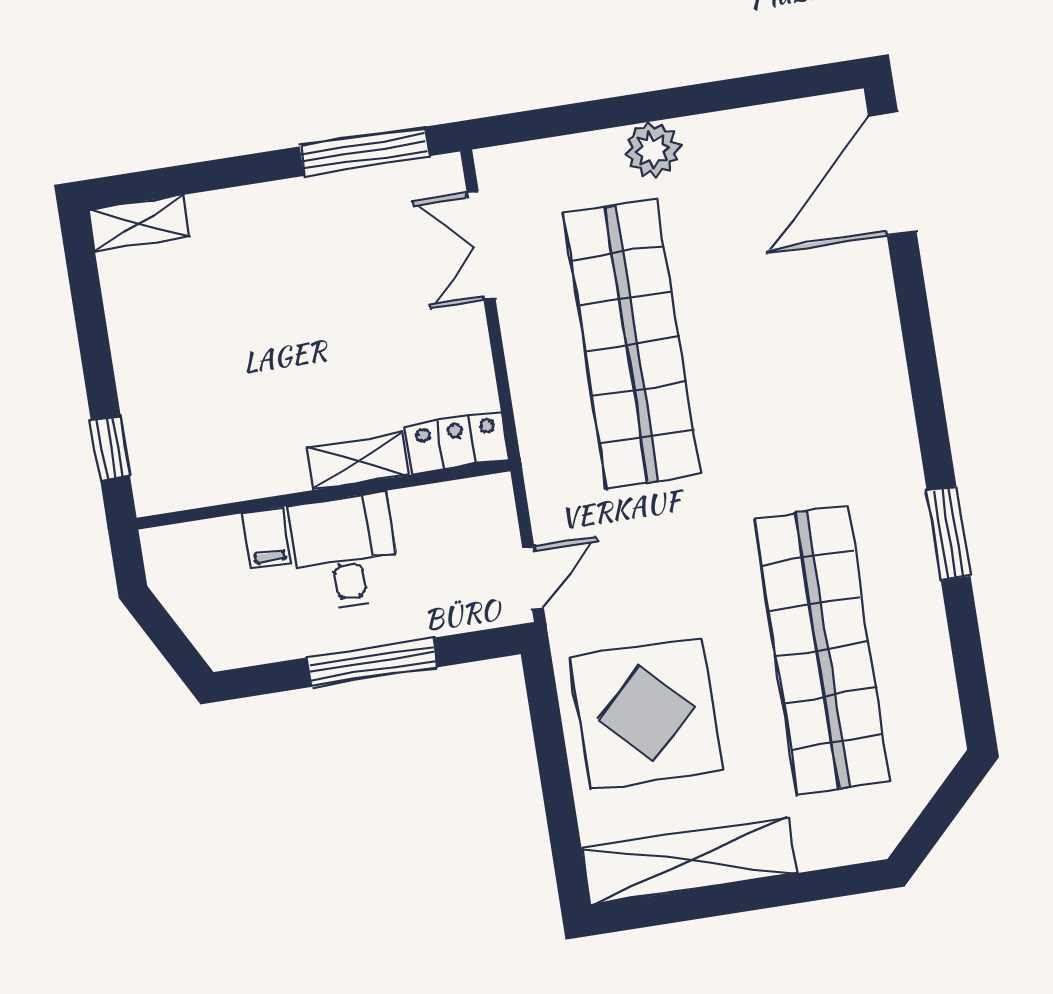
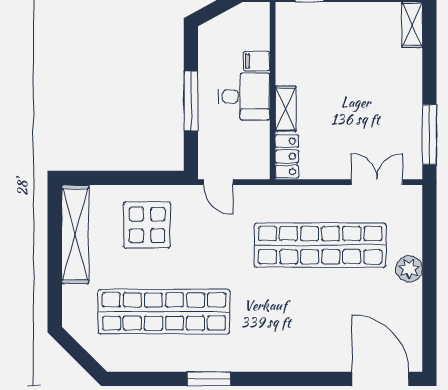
display table: (646, 714) -> (147, 225), width x0.73, depth x0.73

